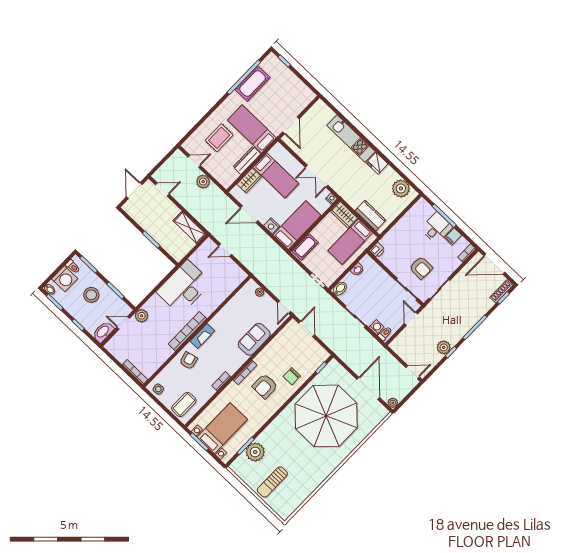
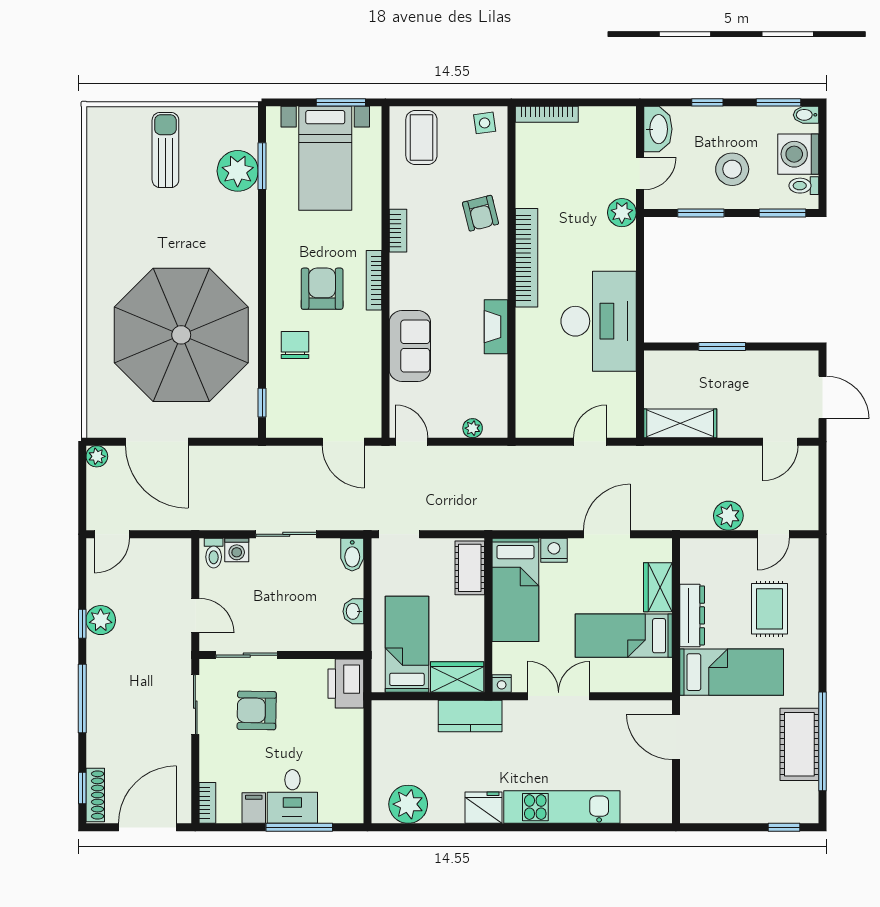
kitchen counter: (370, 215) -> (470, 716), moved
printer: (377, 250) -> (346, 684), width x1.87, depth x1.48
fireplace: (202, 336) -> (496, 327), moved

